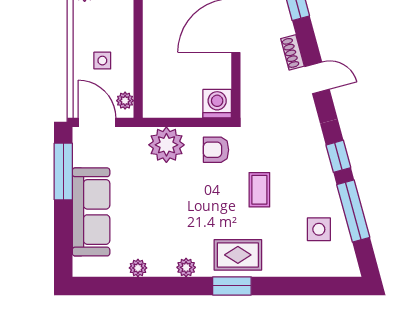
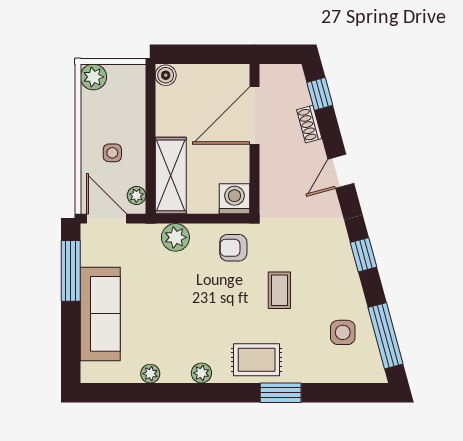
shoe rack: (293, 52) -> (309, 124), moved
door: (317, 78) -> (341, 171), swing flipped
shelving: (157, 82) -> (171, 175), added
plant: (166, 145) -> (175, 237), width x0.73, depth x0.73
window: (353, 211) -> (386, 336), moved
window: (232, 286) -> (281, 393), moved

